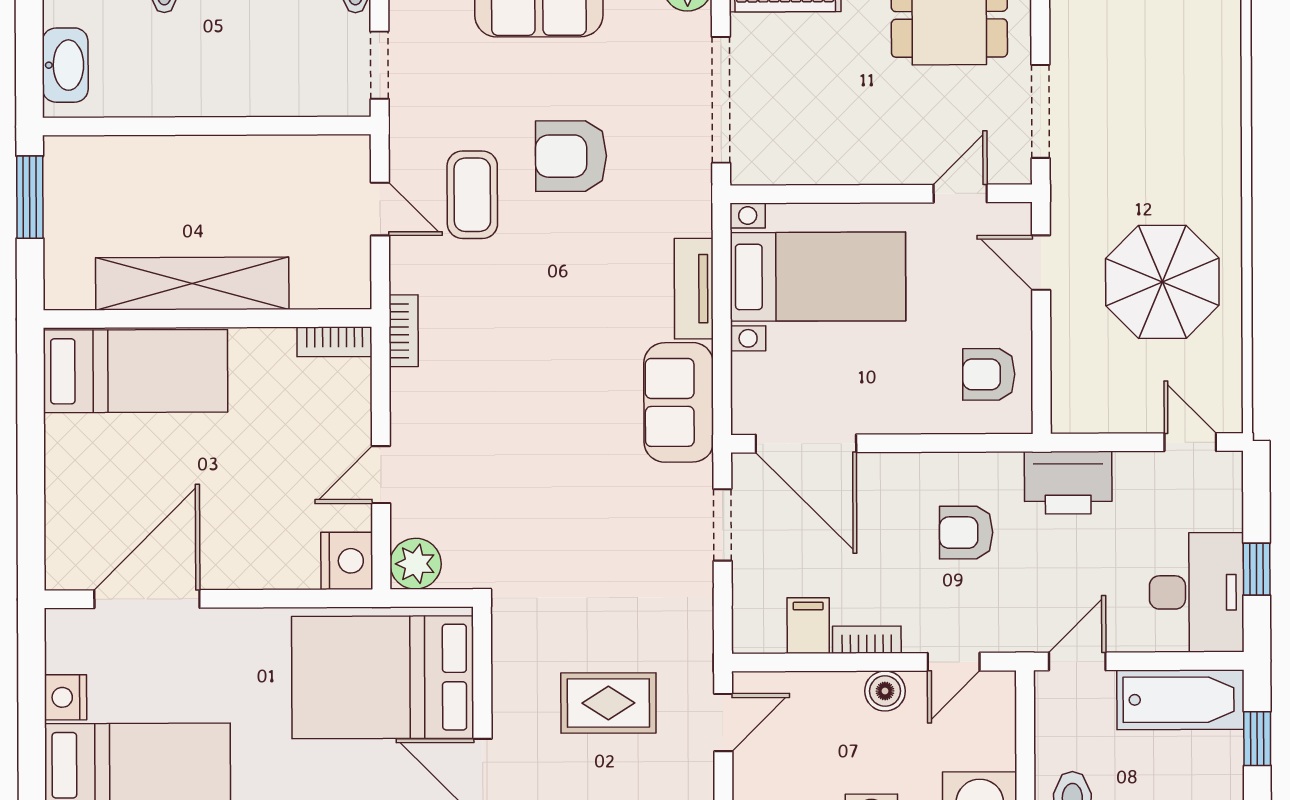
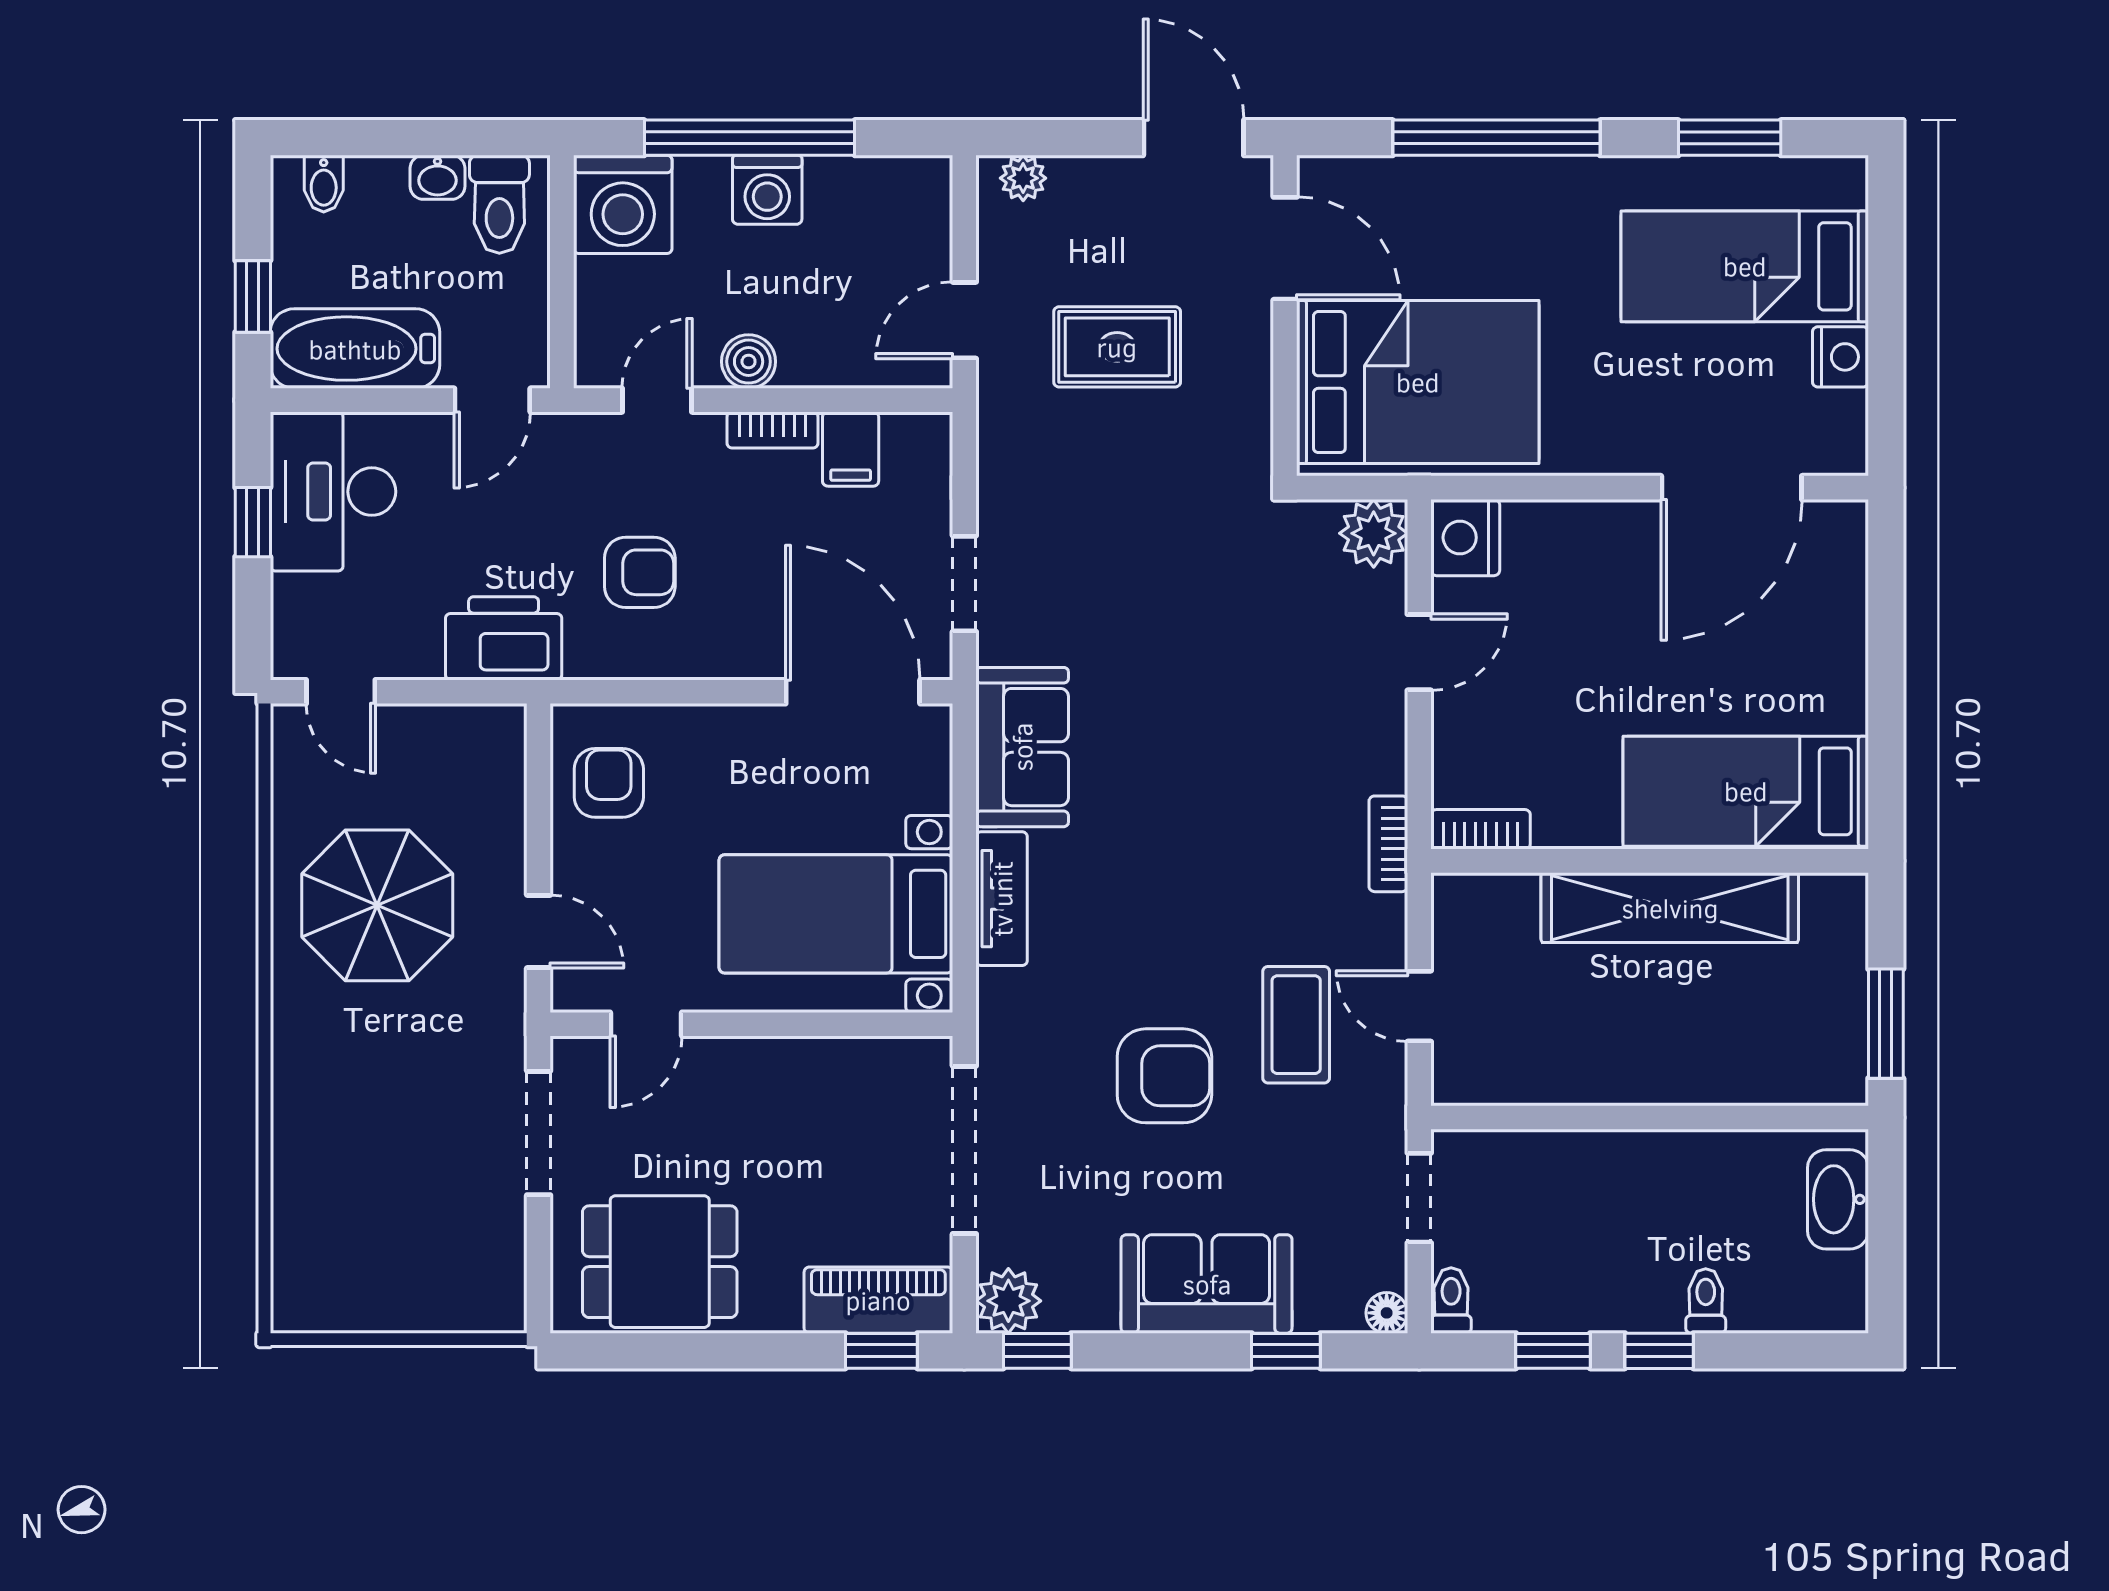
armchair: (989, 374) -> (609, 783), turned -90

